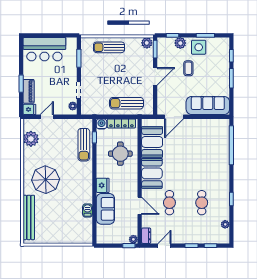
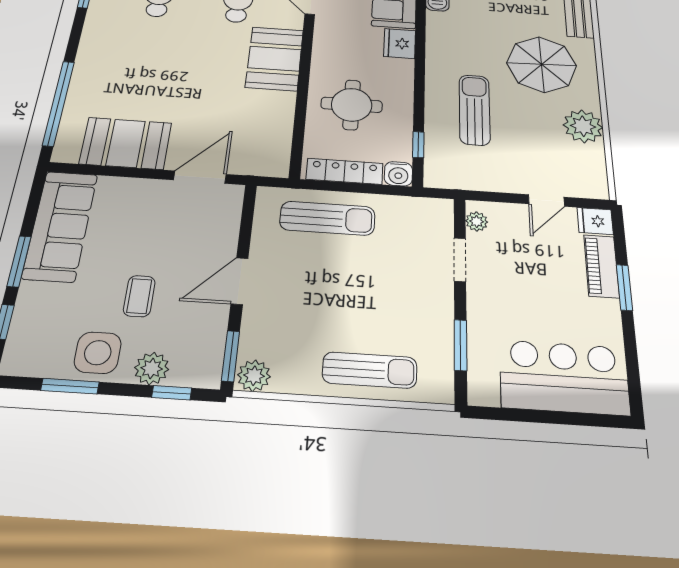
sofa: (208, 106) -> (60, 226), moved, turned -90
plant: (31, 139) -> (583, 126), moved
booth: (152, 142) -> (126, 143), moved, turned 90
sun lounger: (84, 145) -> (475, 110), moved

